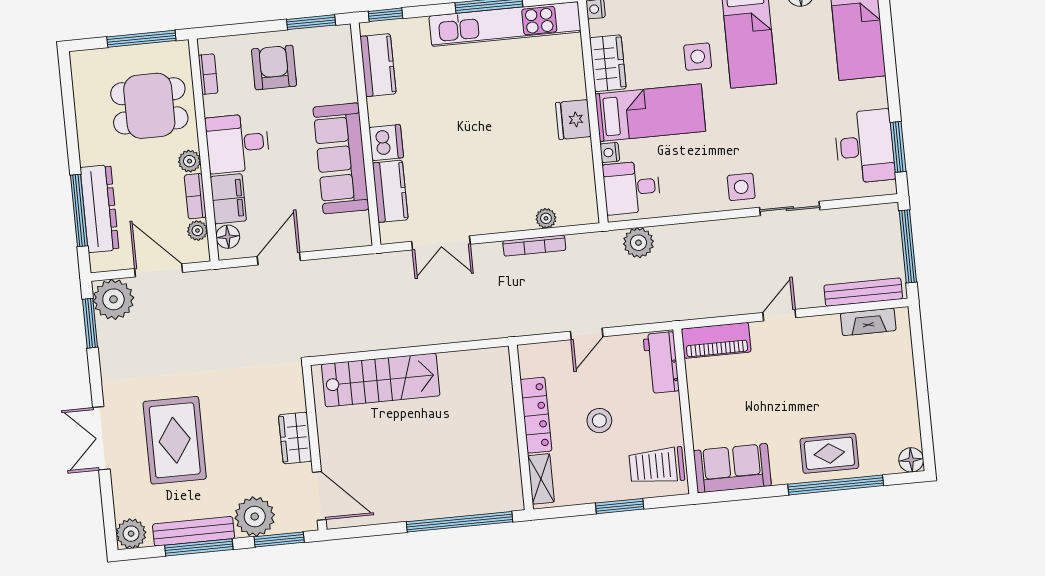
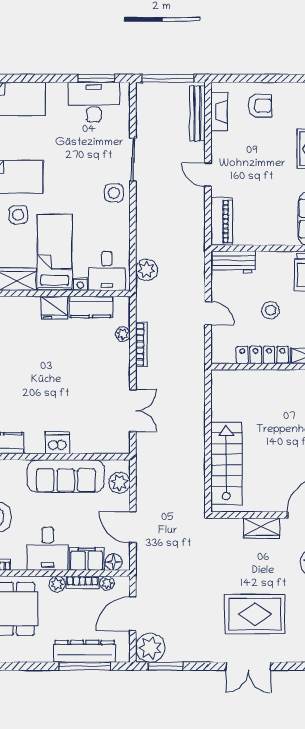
kitchen counter: (390, 191) -> (91, 307), moved, turned 180
plant: (339, 234) -> (119, 483), added
armchair: (882, 378) -> (260, 106), added

